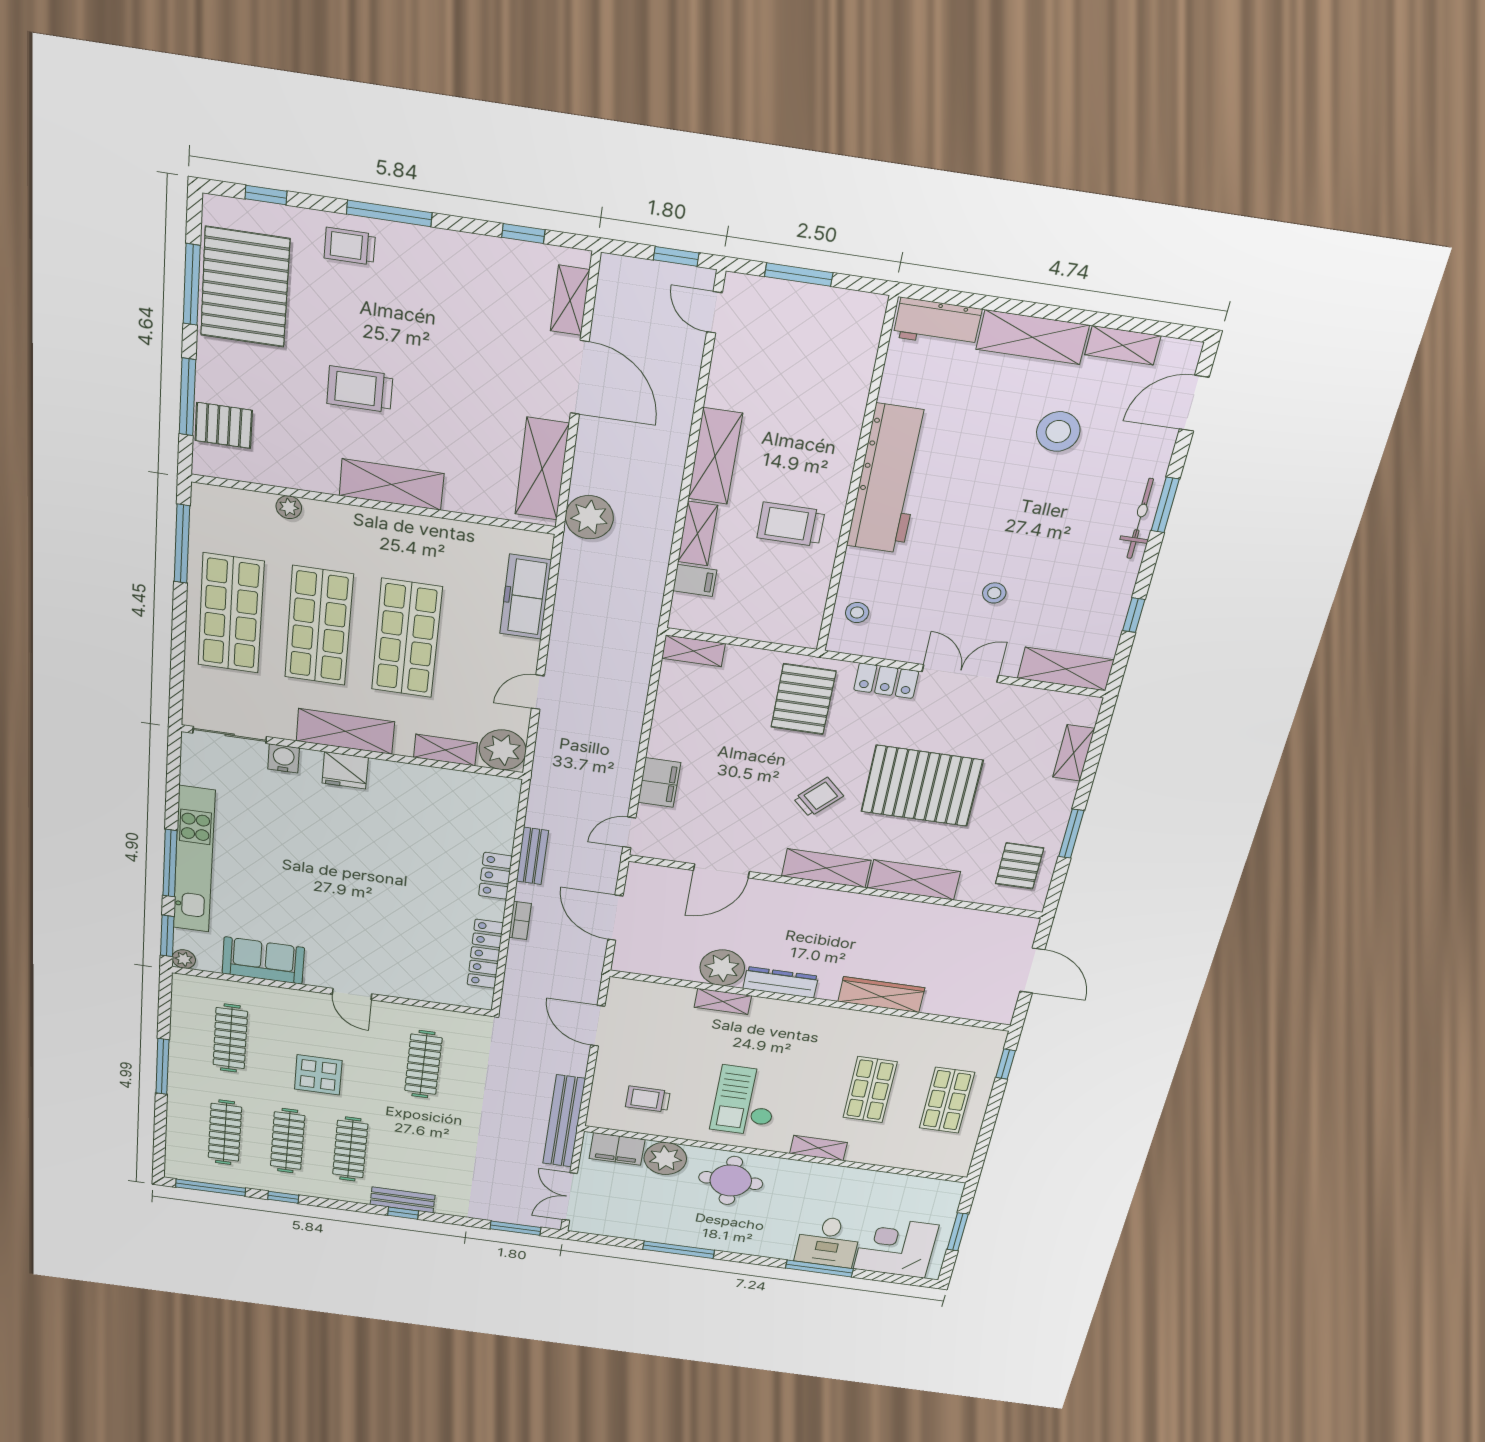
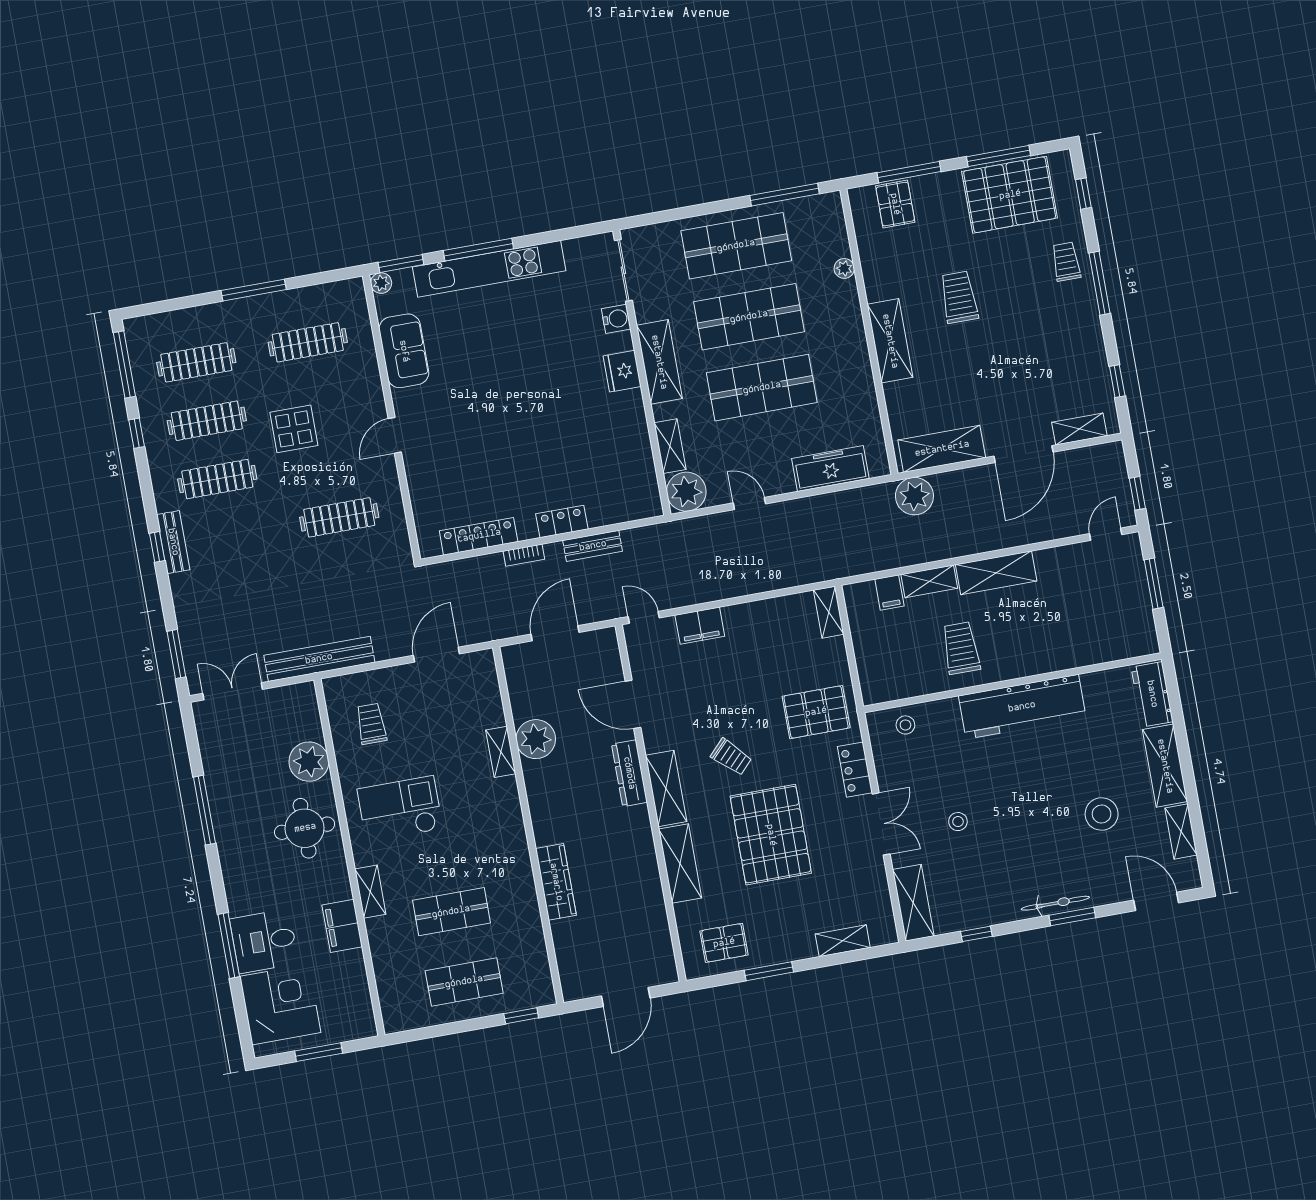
dresser: (781, 982) -> (629, 773), moved, turned 180
filing cabinet: (617, 1149) -> (342, 926), moved

